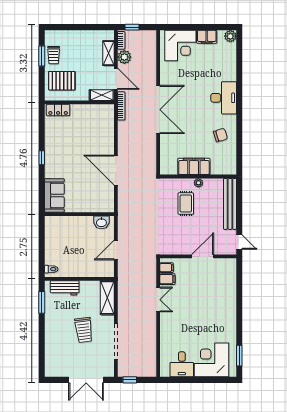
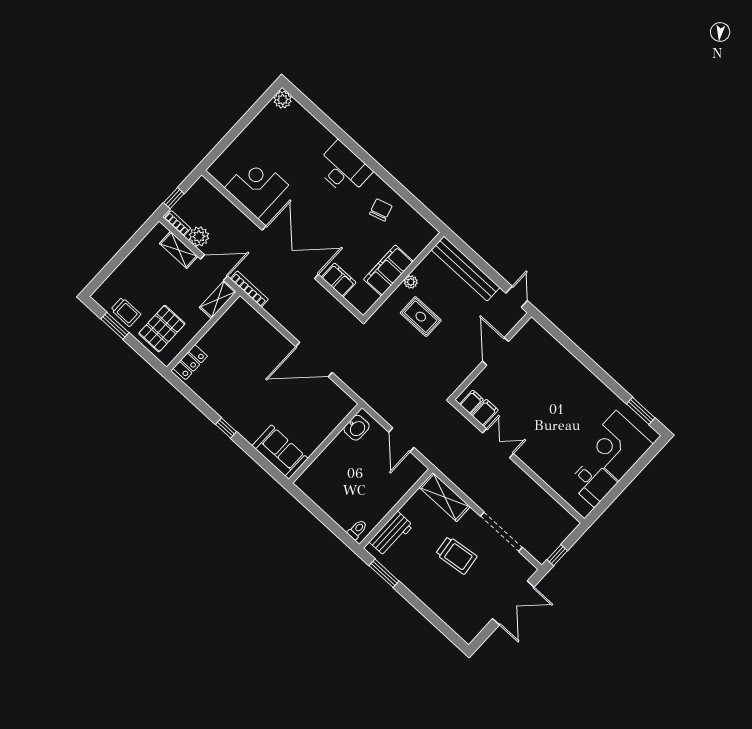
filing cabinet: (207, 37) -> (339, 280), moved, turned -90
corner desk: (180, 46) -> (256, 186), moved, turned -90
door: (239, 242) -> (517, 297), hinge flipped

